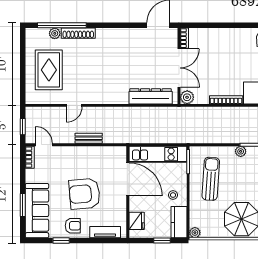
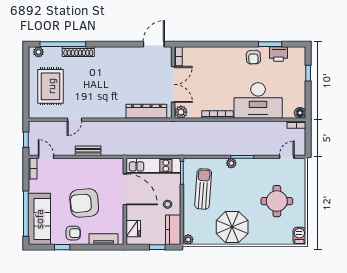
plant: (55, 33) -> (38, 52), moved
window: (23, 205) -> (26, 214), width x2.11

